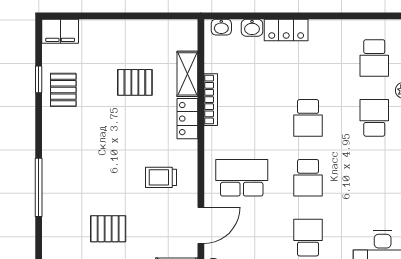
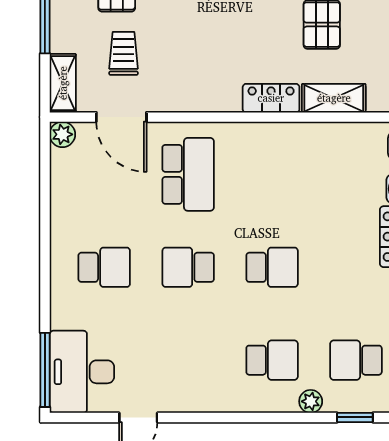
bookcase: (211, 100) -> (298, 131), removed
school desk: (308, 118) -> (272, 267), turned 180
trolley: (161, 177) -> (124, 53), moved

